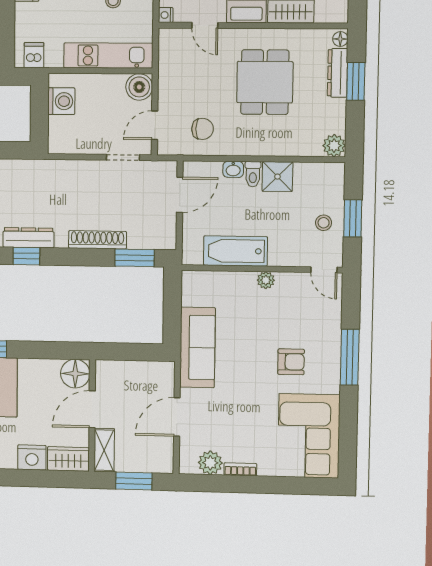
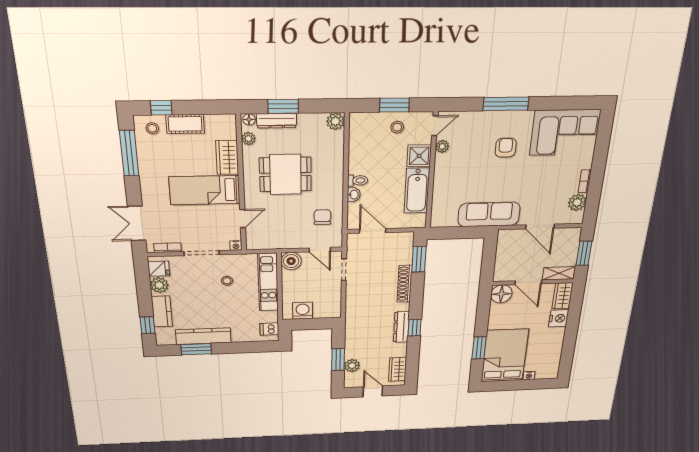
plant: (315, 37) -> (248, 139), added
shower: (277, 177) -> (419, 156), moved
plant: (266, 280) -> (442, 146), moved

